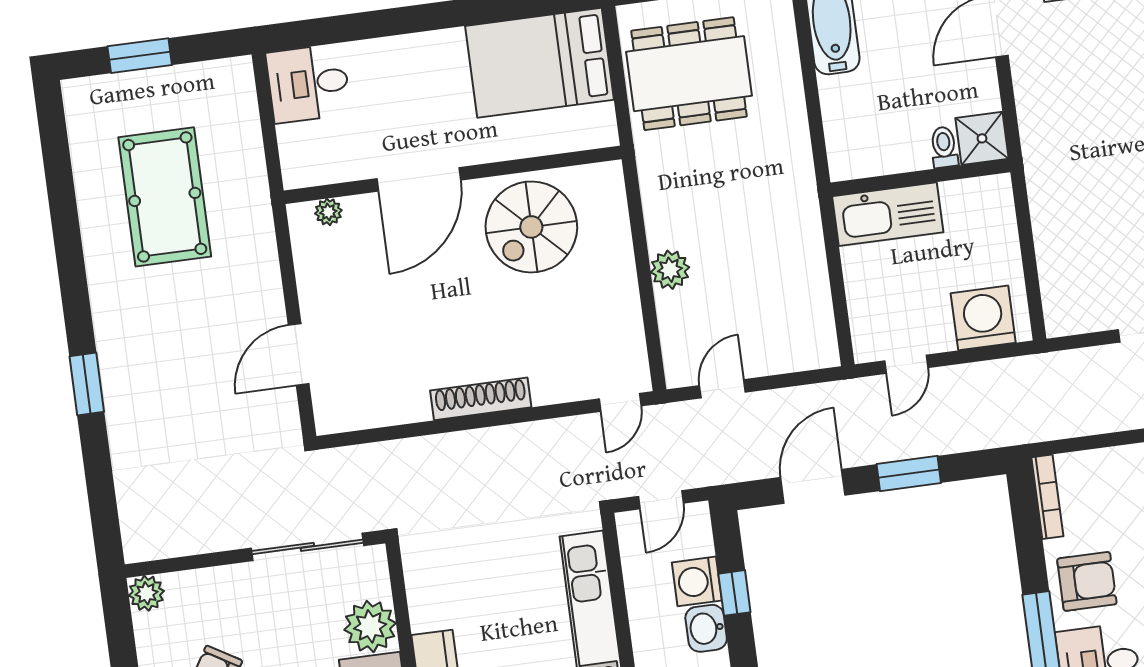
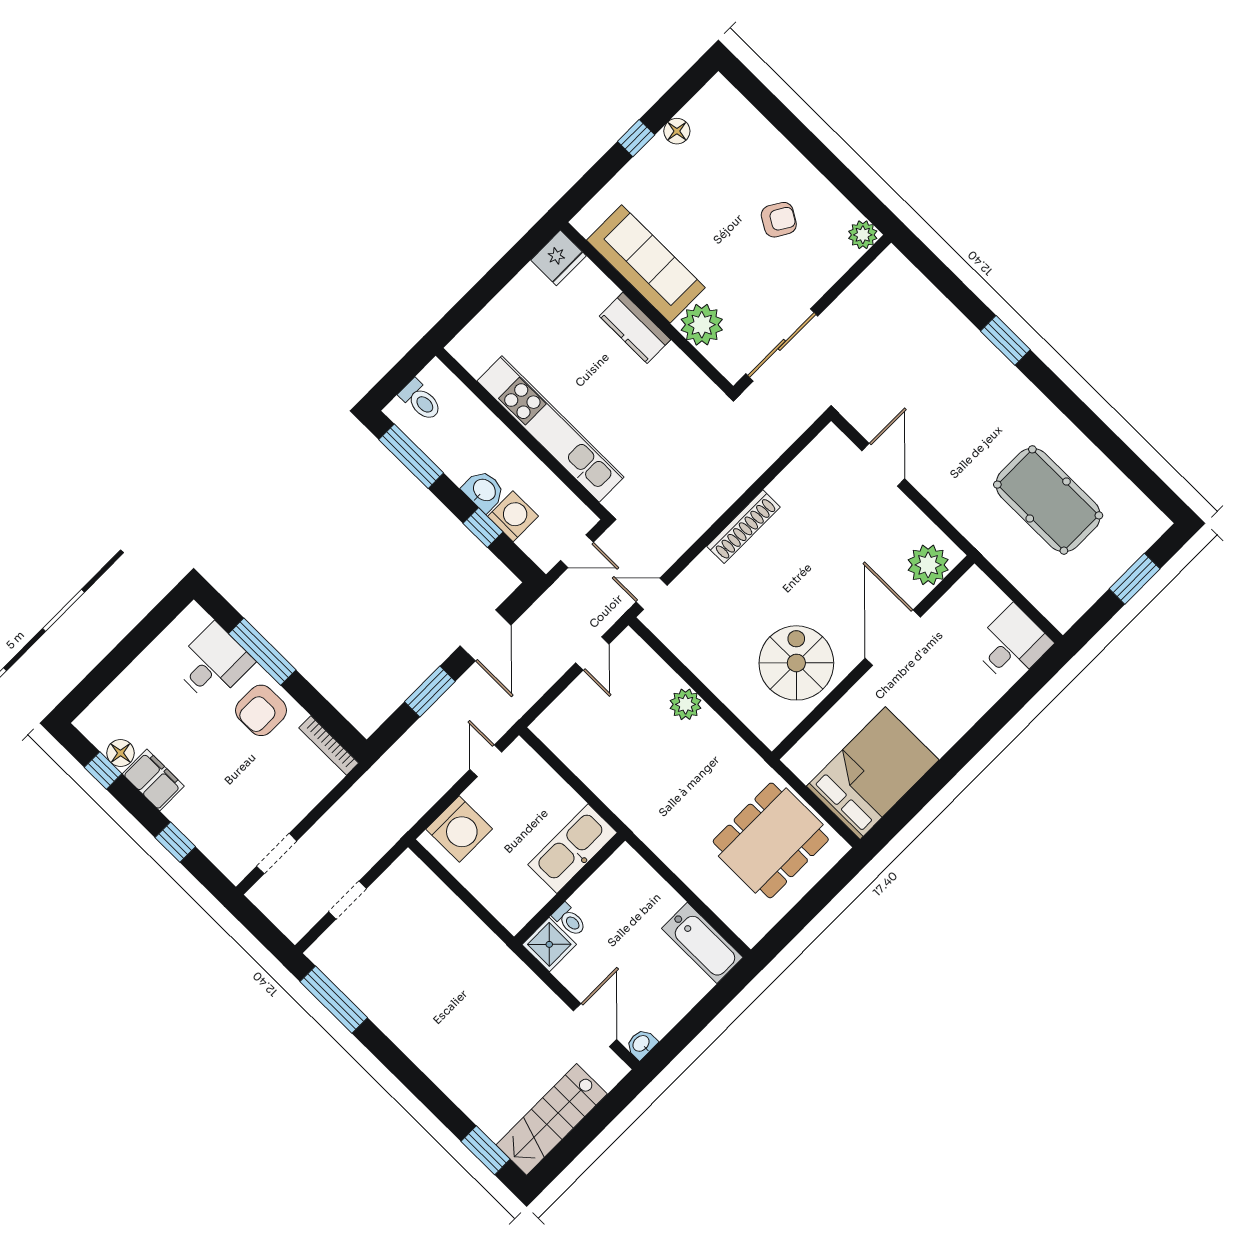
plant: (328, 212) -> (928, 565), width x1.88, depth x1.88
door: (620, 402) -> (652, 594), hinge flipped
door: (661, 500) -> (577, 551), swing flipped

